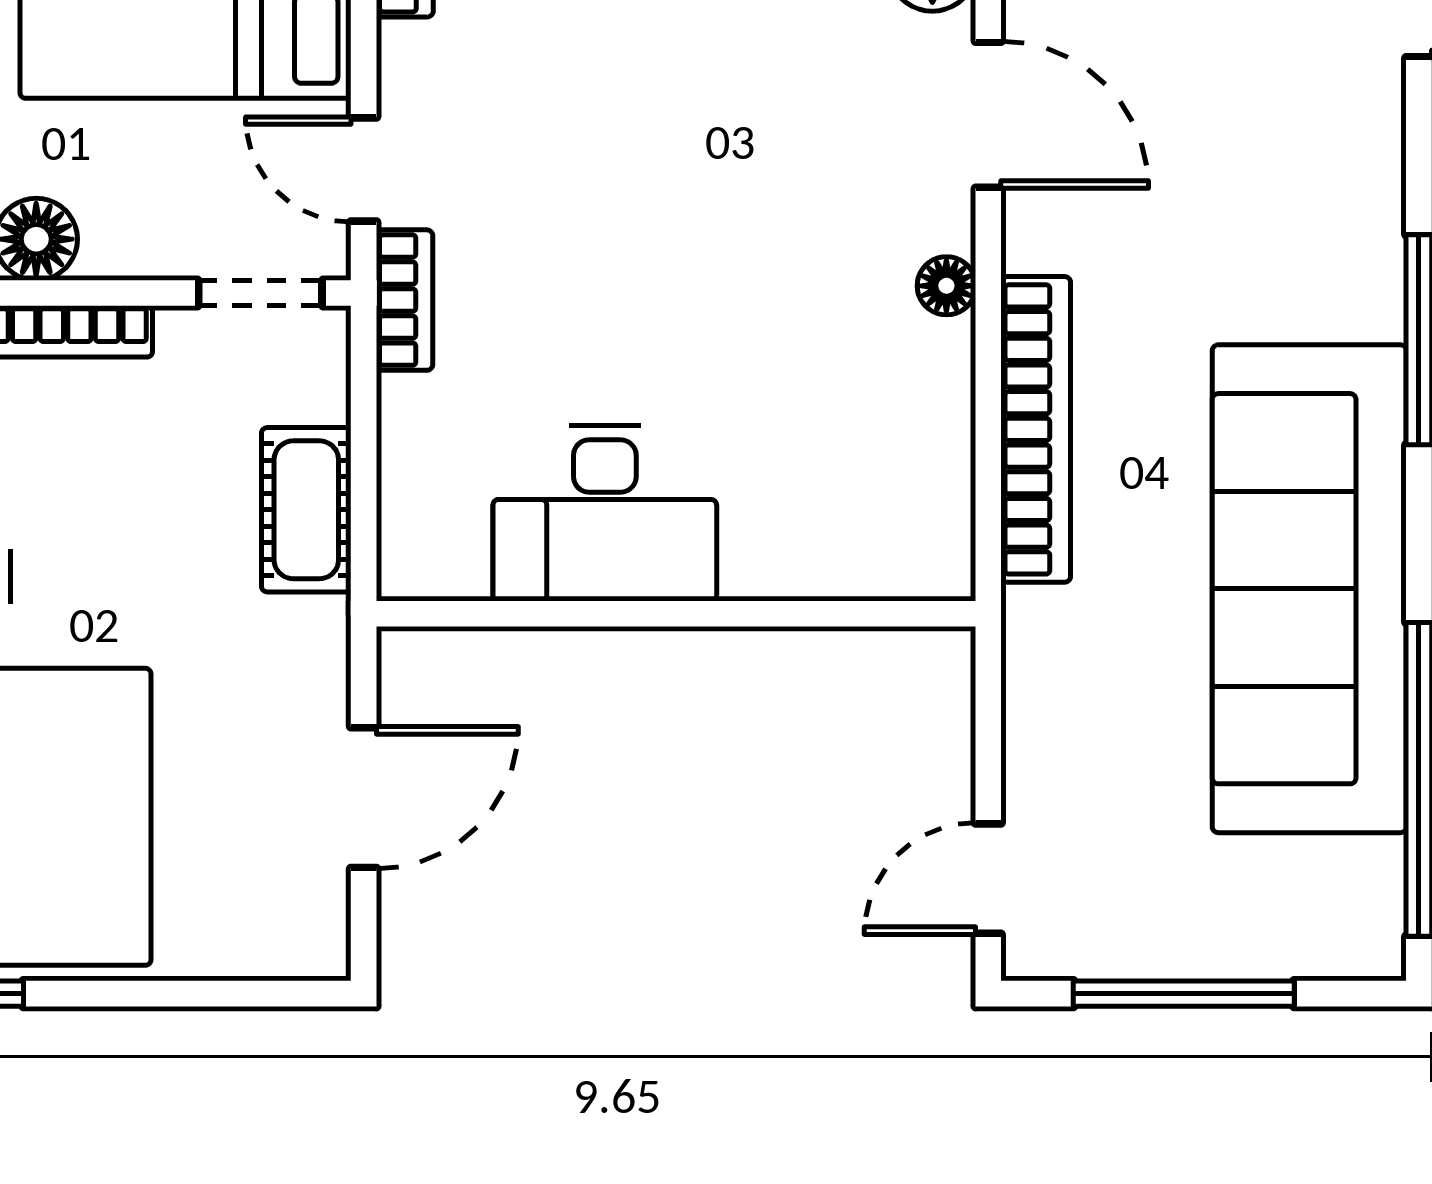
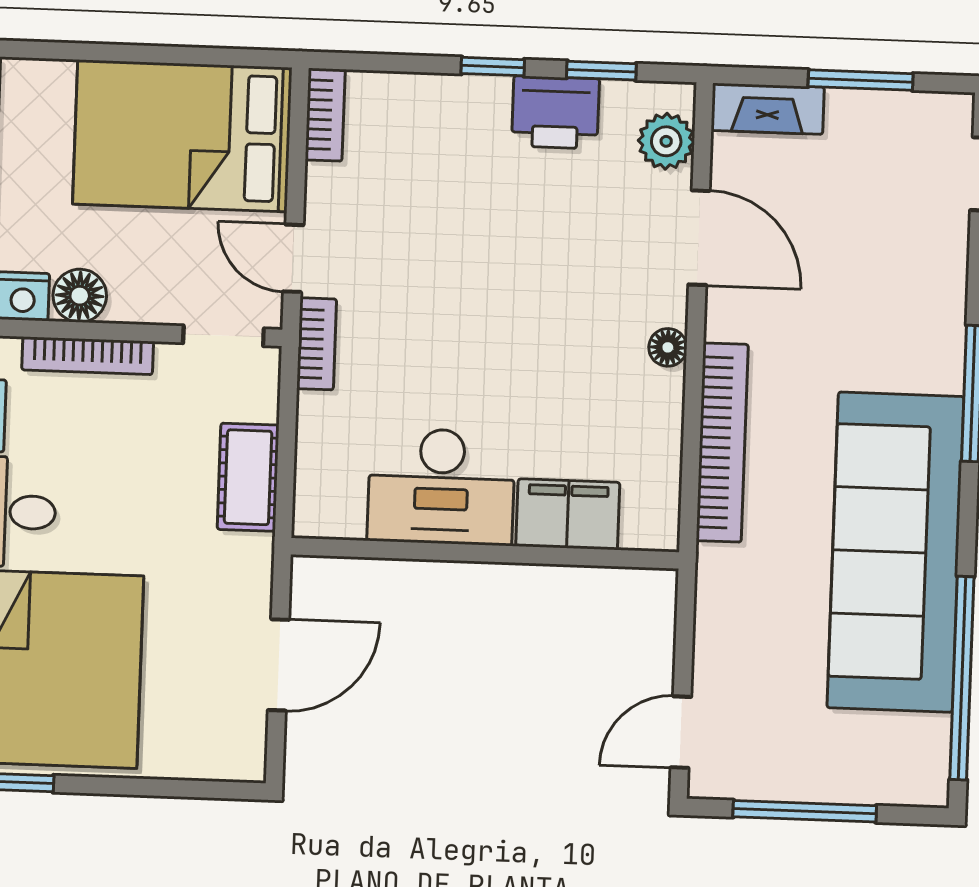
filing cabinet: (802, 549) -> (568, 514), added

